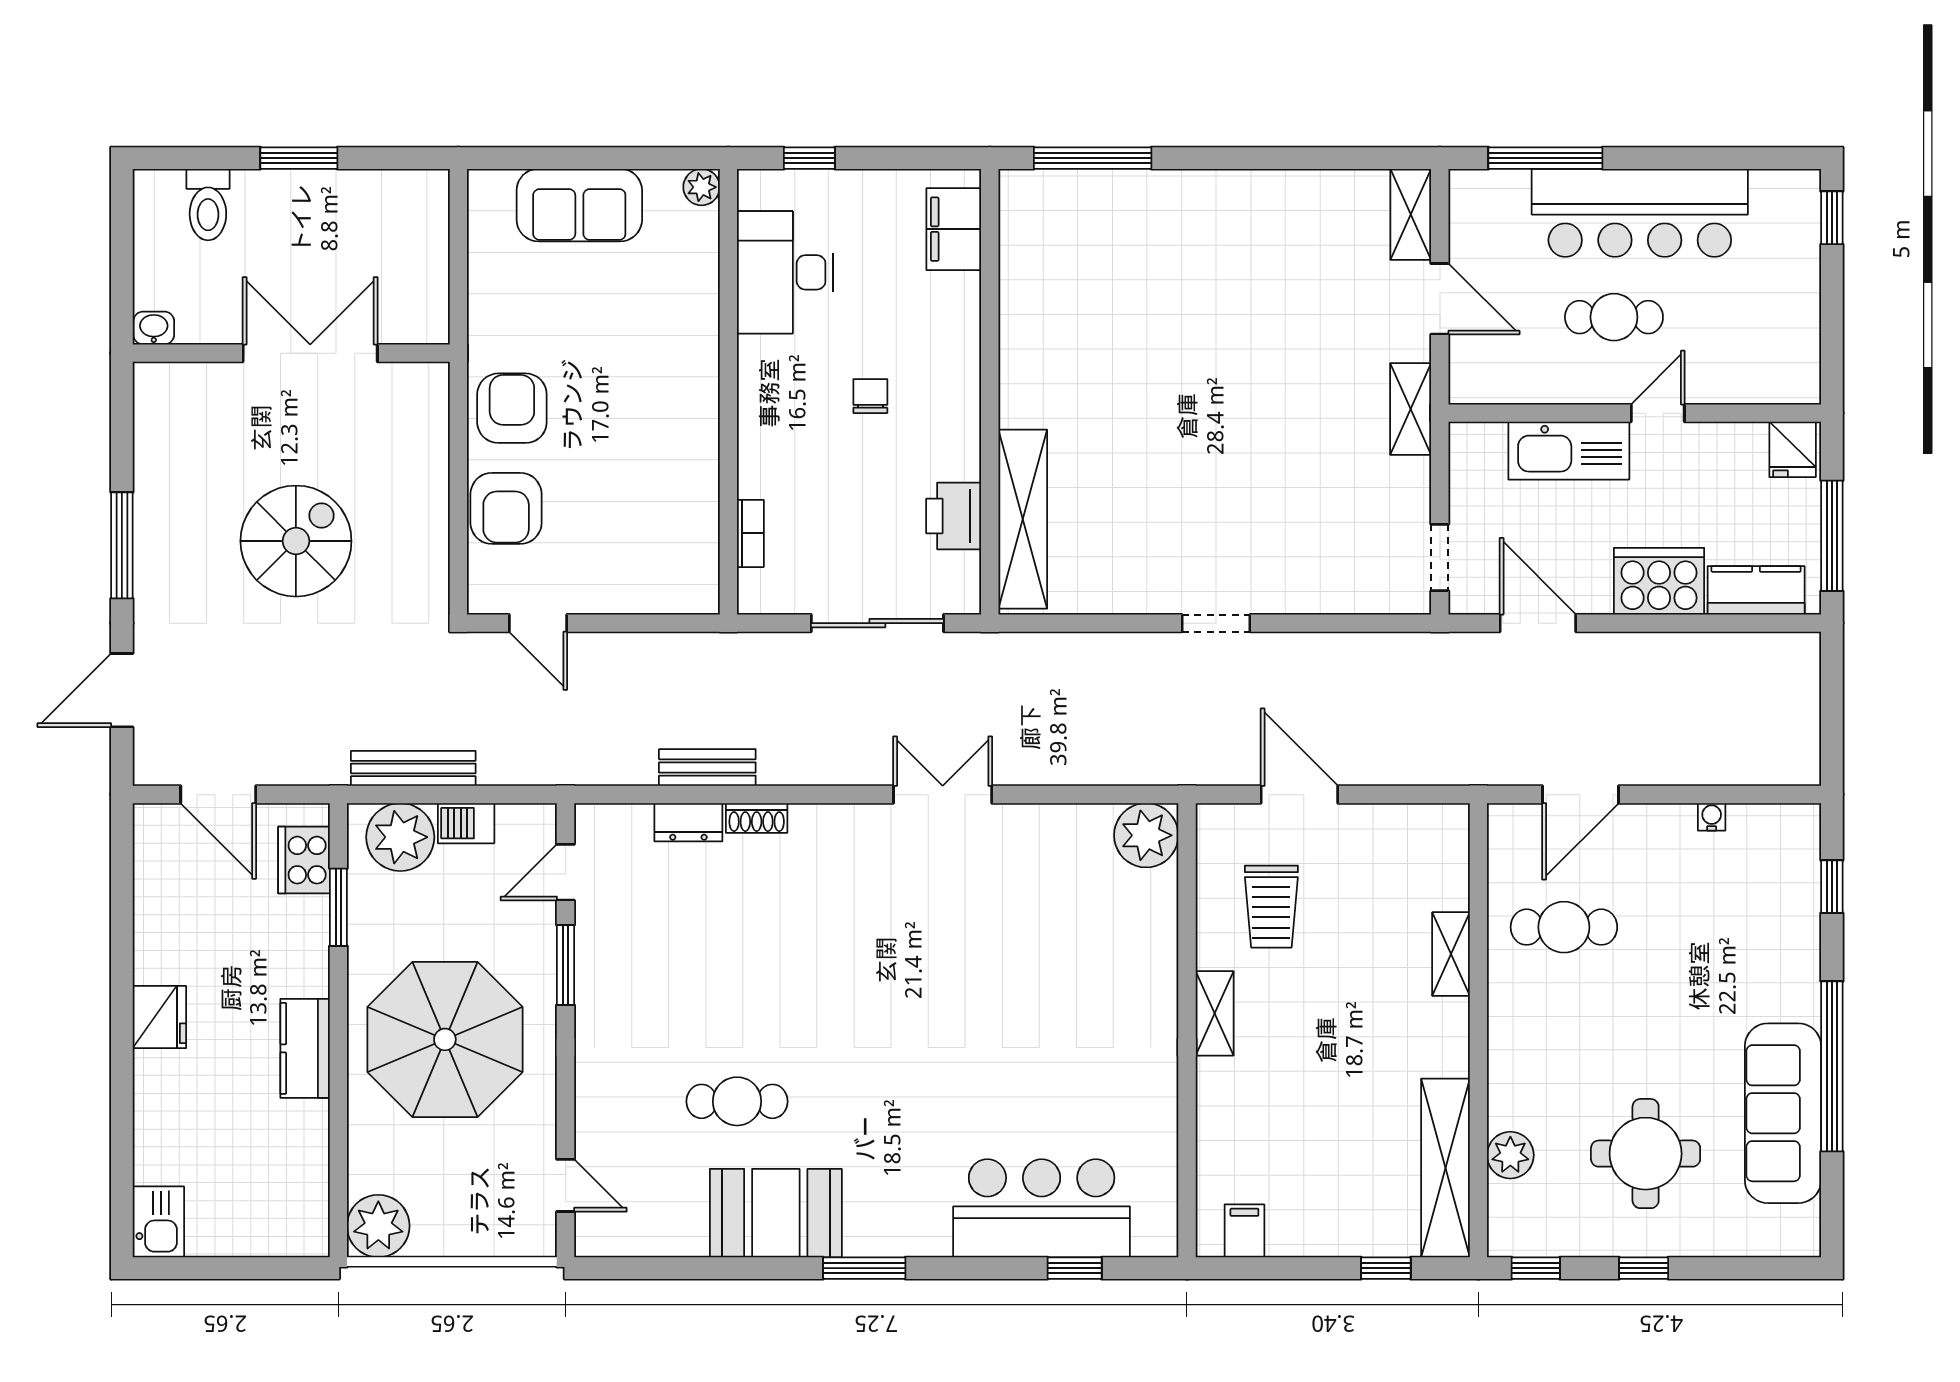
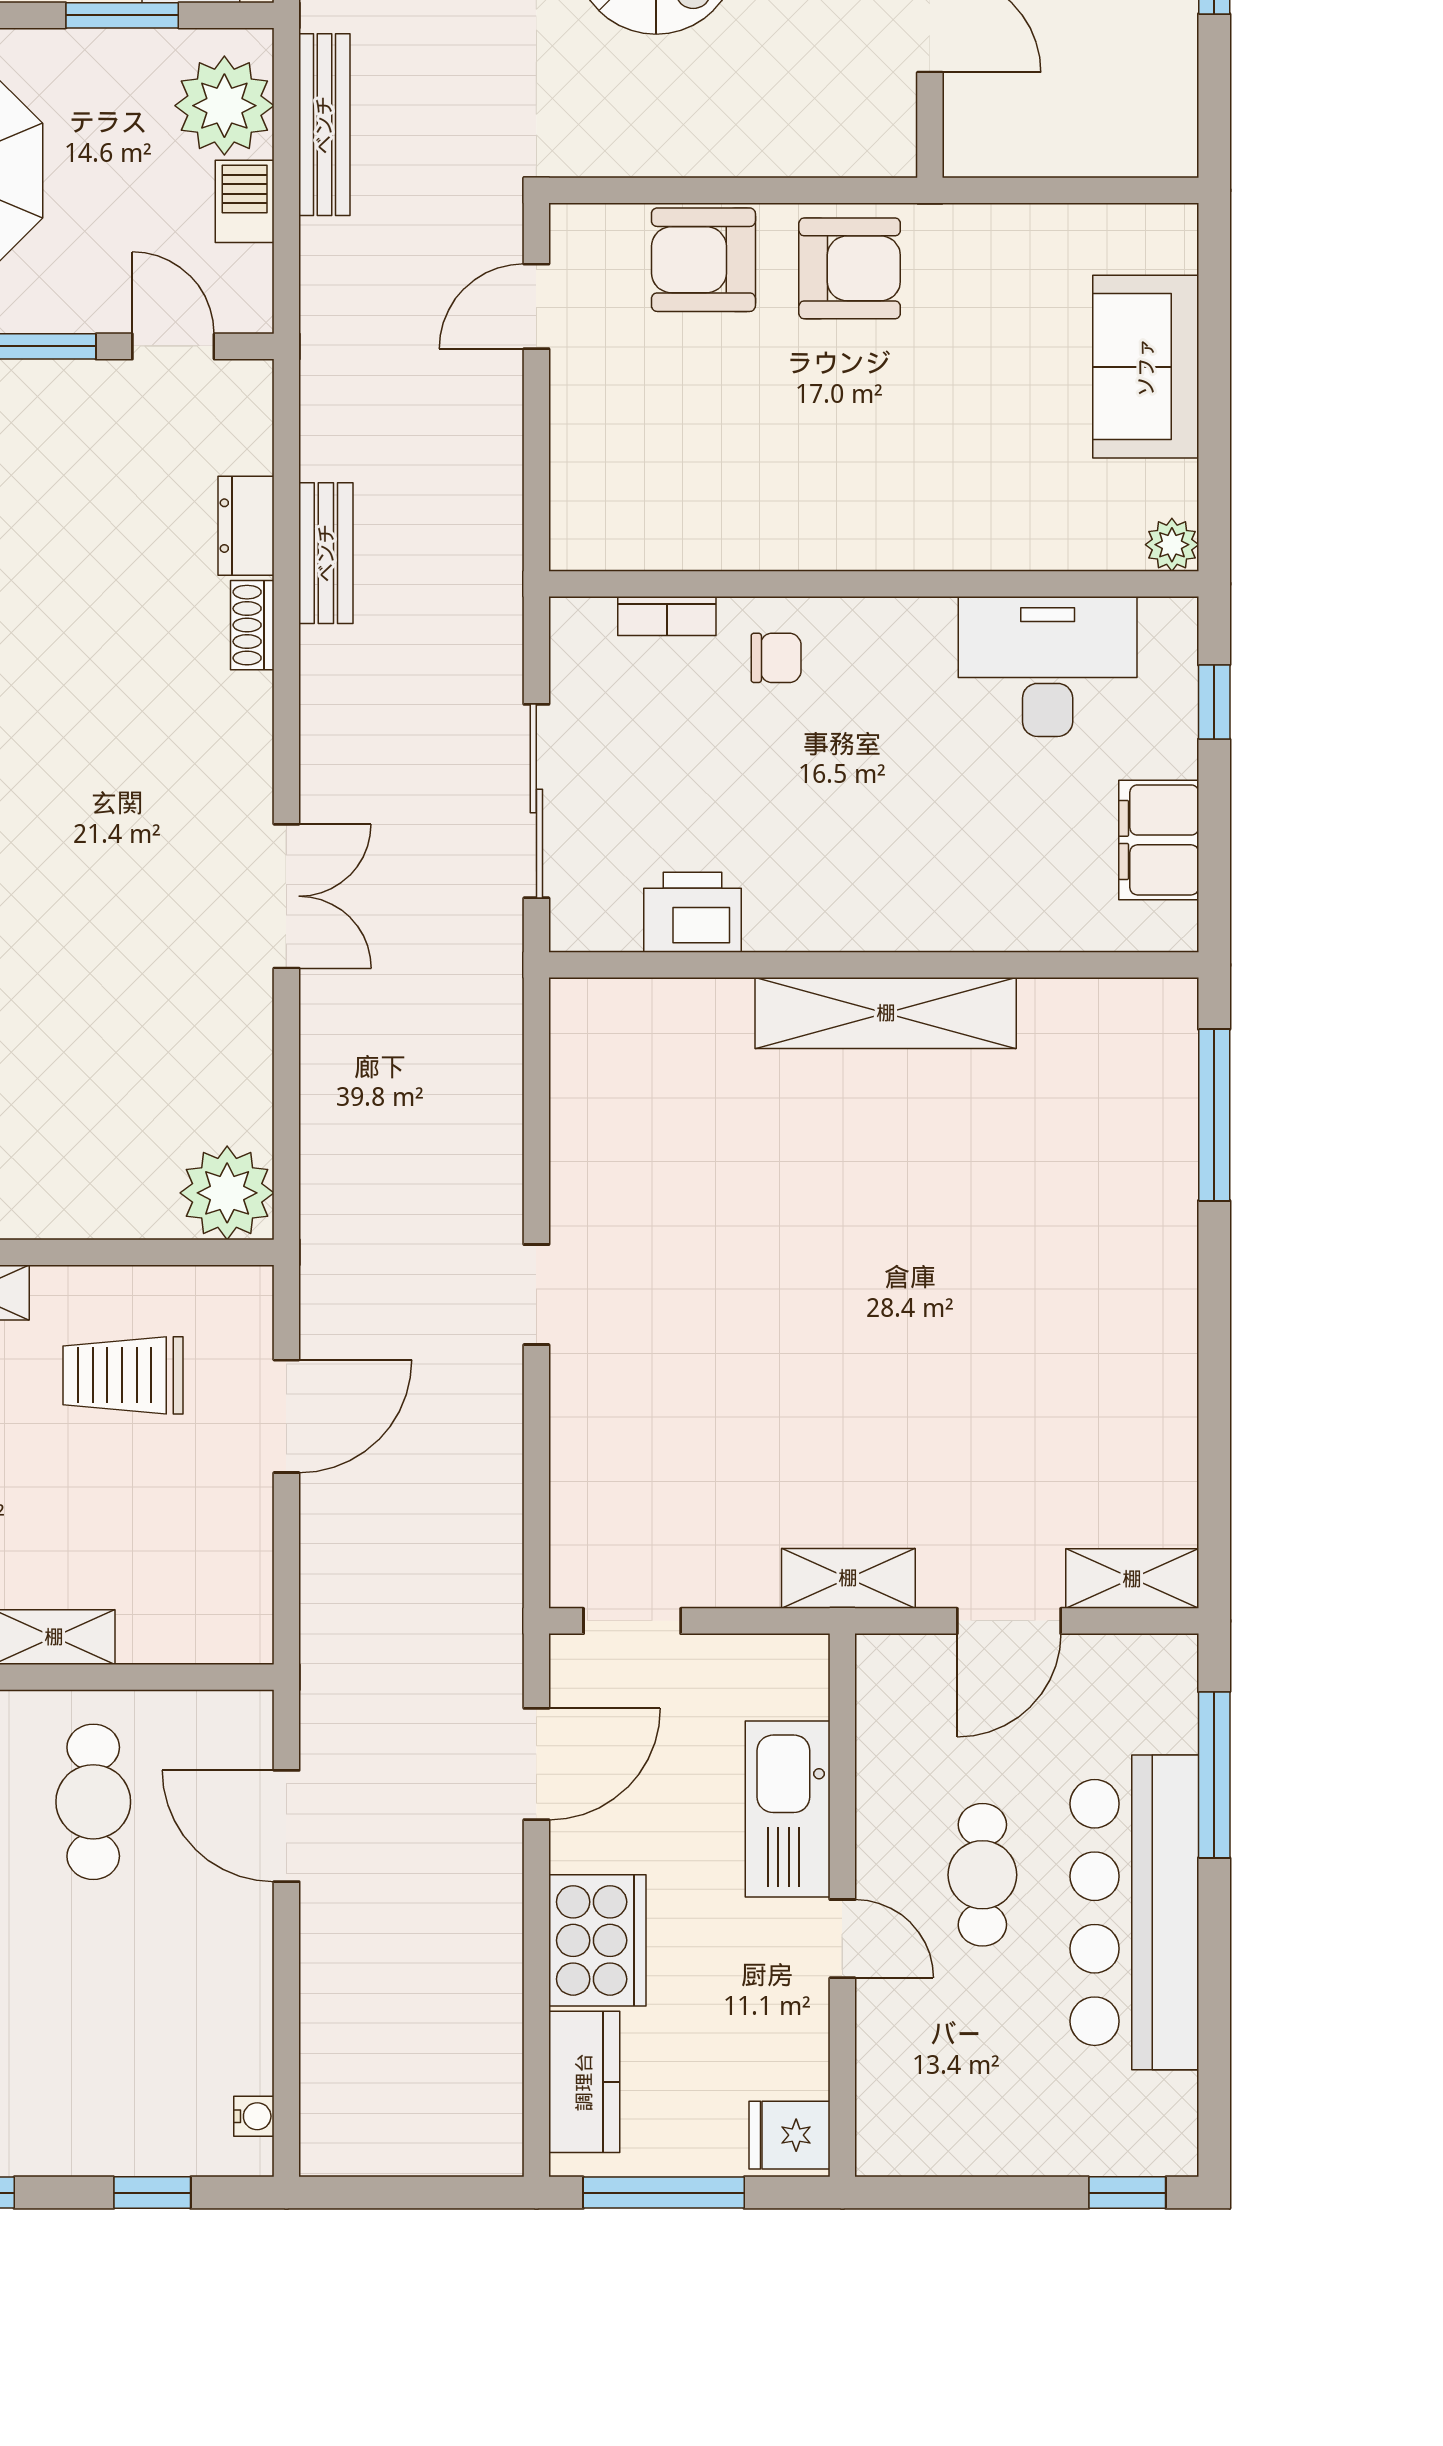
filing cabinet: (954, 229) -> (1159, 840), moved, turned -90
chair: (870, 396) -> (776, 658), moved
shelving: (1023, 519) -> (886, 1013), moved
water cooler: (1712, 817) -> (254, 2116), moved

